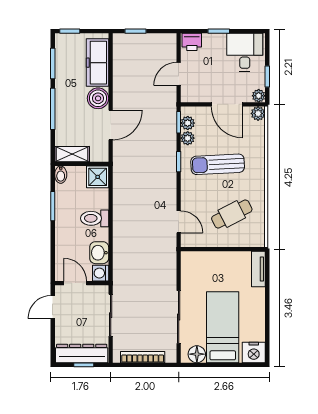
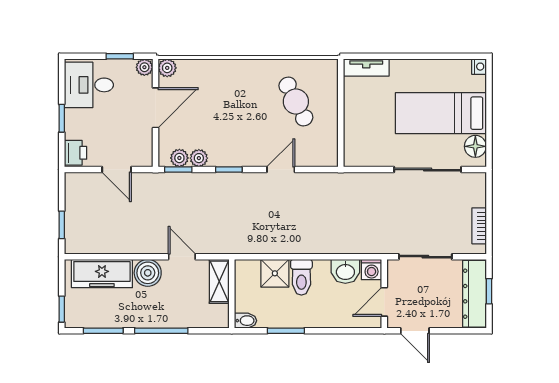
door: (111, 125) -> (182, 257), width x0.73
shelving: (72, 154) -> (219, 281), moved
sun lounger: (218, 164) -> (232, 120), removed
shower: (98, 177) -> (275, 273), moved
door: (179, 222) -> (281, 170), moved
nightstand: (254, 352) -> (479, 67), width x0.53, depth x0.56
bookcase: (143, 357) -> (479, 226), width x0.64

